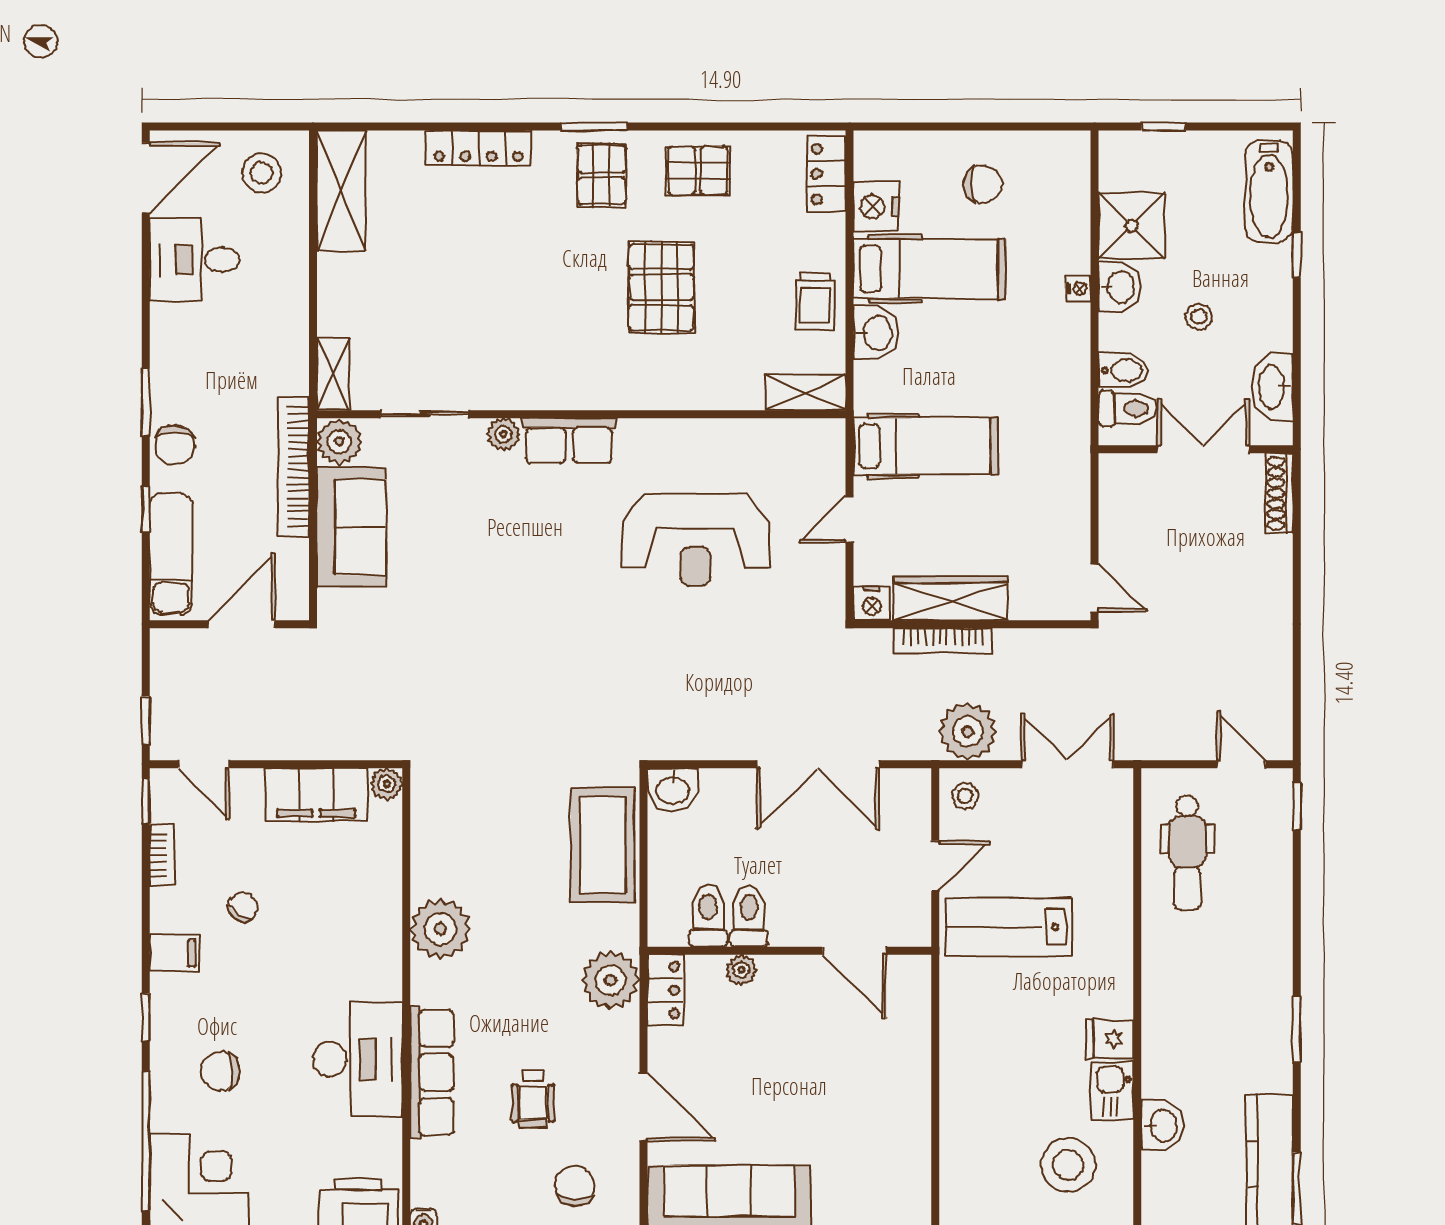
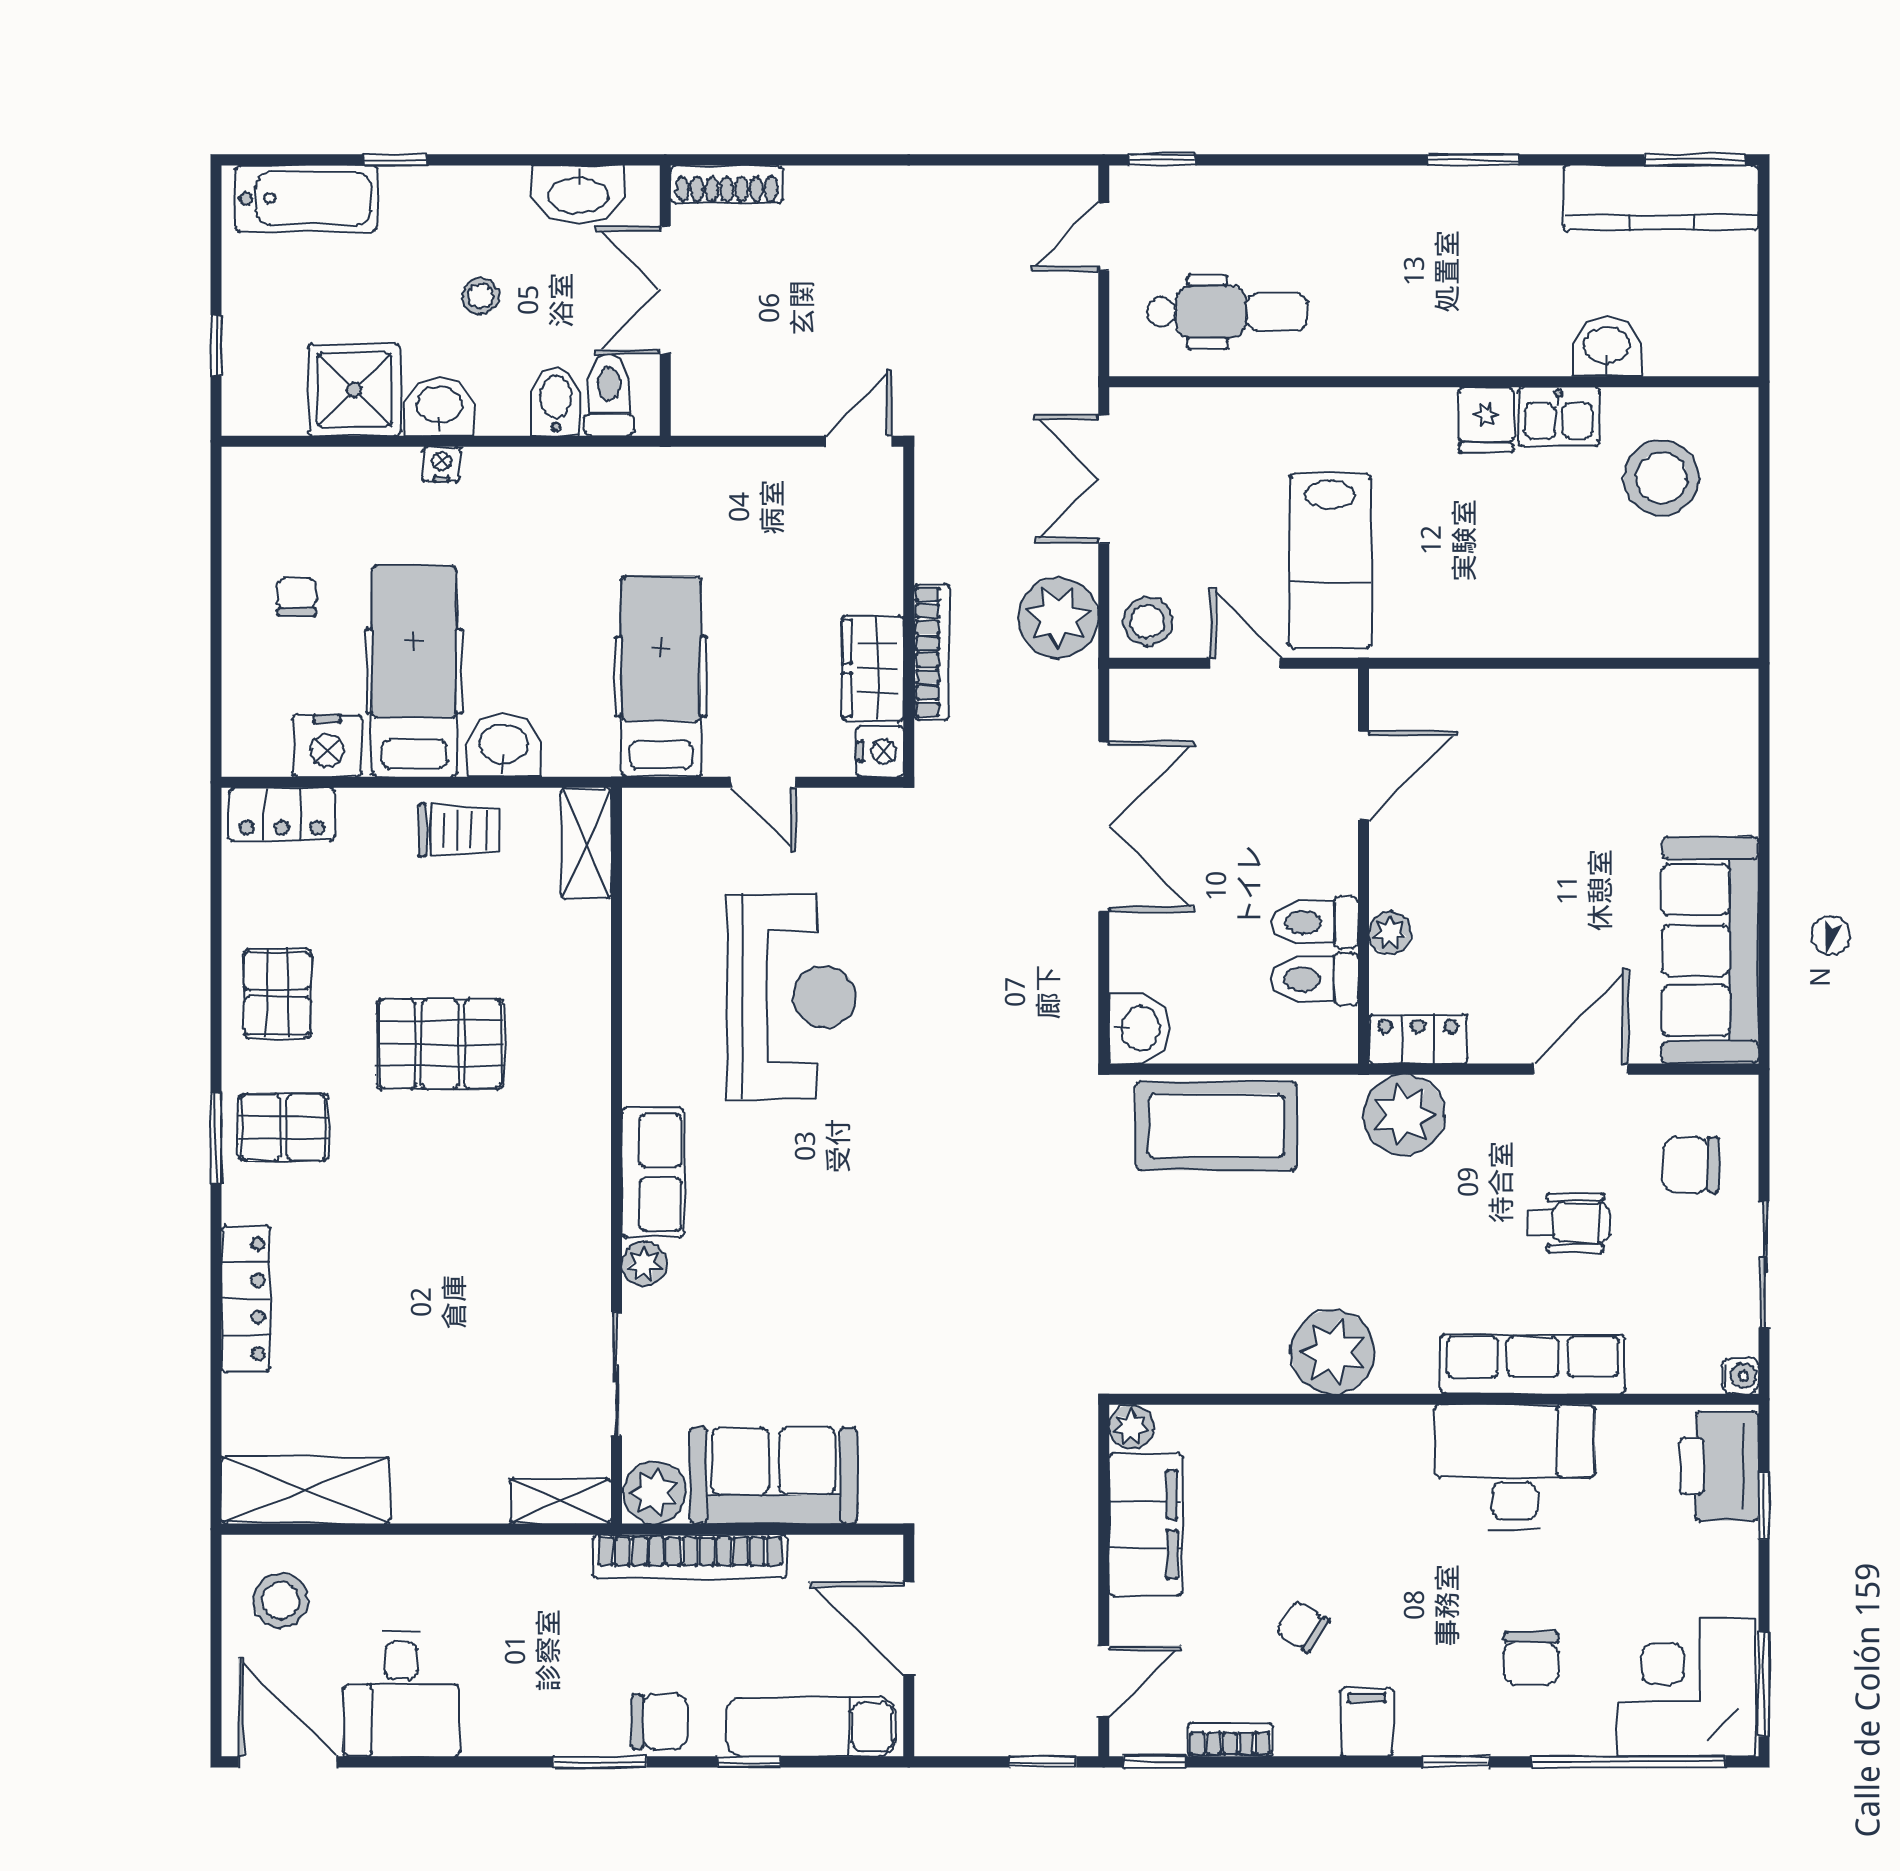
chair: (983, 184) -> (297, 597), width x0.73, depth x0.73
wardrobe: (950, 598) -> (873, 668), width x0.67
stool: (965, 796) -> (1148, 621), width x1.37, depth x1.37

